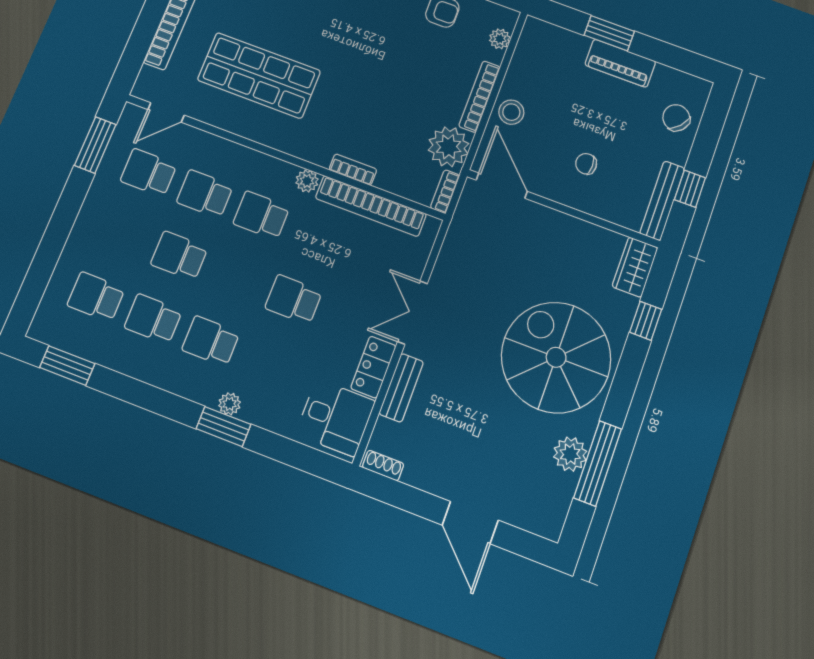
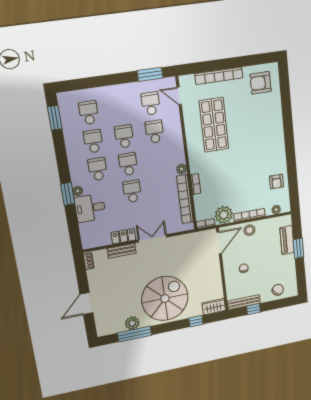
piano: (620, 63) -> (287, 240), moved
school desk: (261, 215) -> (128, 164), moved
desk: (335, 418) -> (90, 208), moved, turned 90

